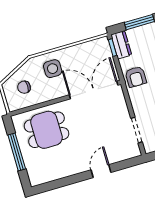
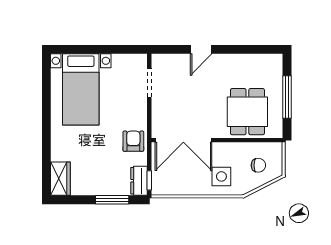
dining table: (46, 130) -> (247, 112), turned 90

